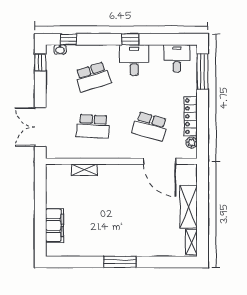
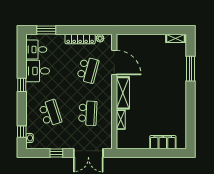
desk: (134, 60) -> (38, 71), moved
window: (40, 62) -> (56, 153), moved
window: (203, 72) -> (46, 30), width x0.69
door: (160, 161) -> (114, 62), hinge flipped
shelving: (189, 207) -> (123, 93), moved, turned 90
window: (120, 262) -> (191, 69), moved

